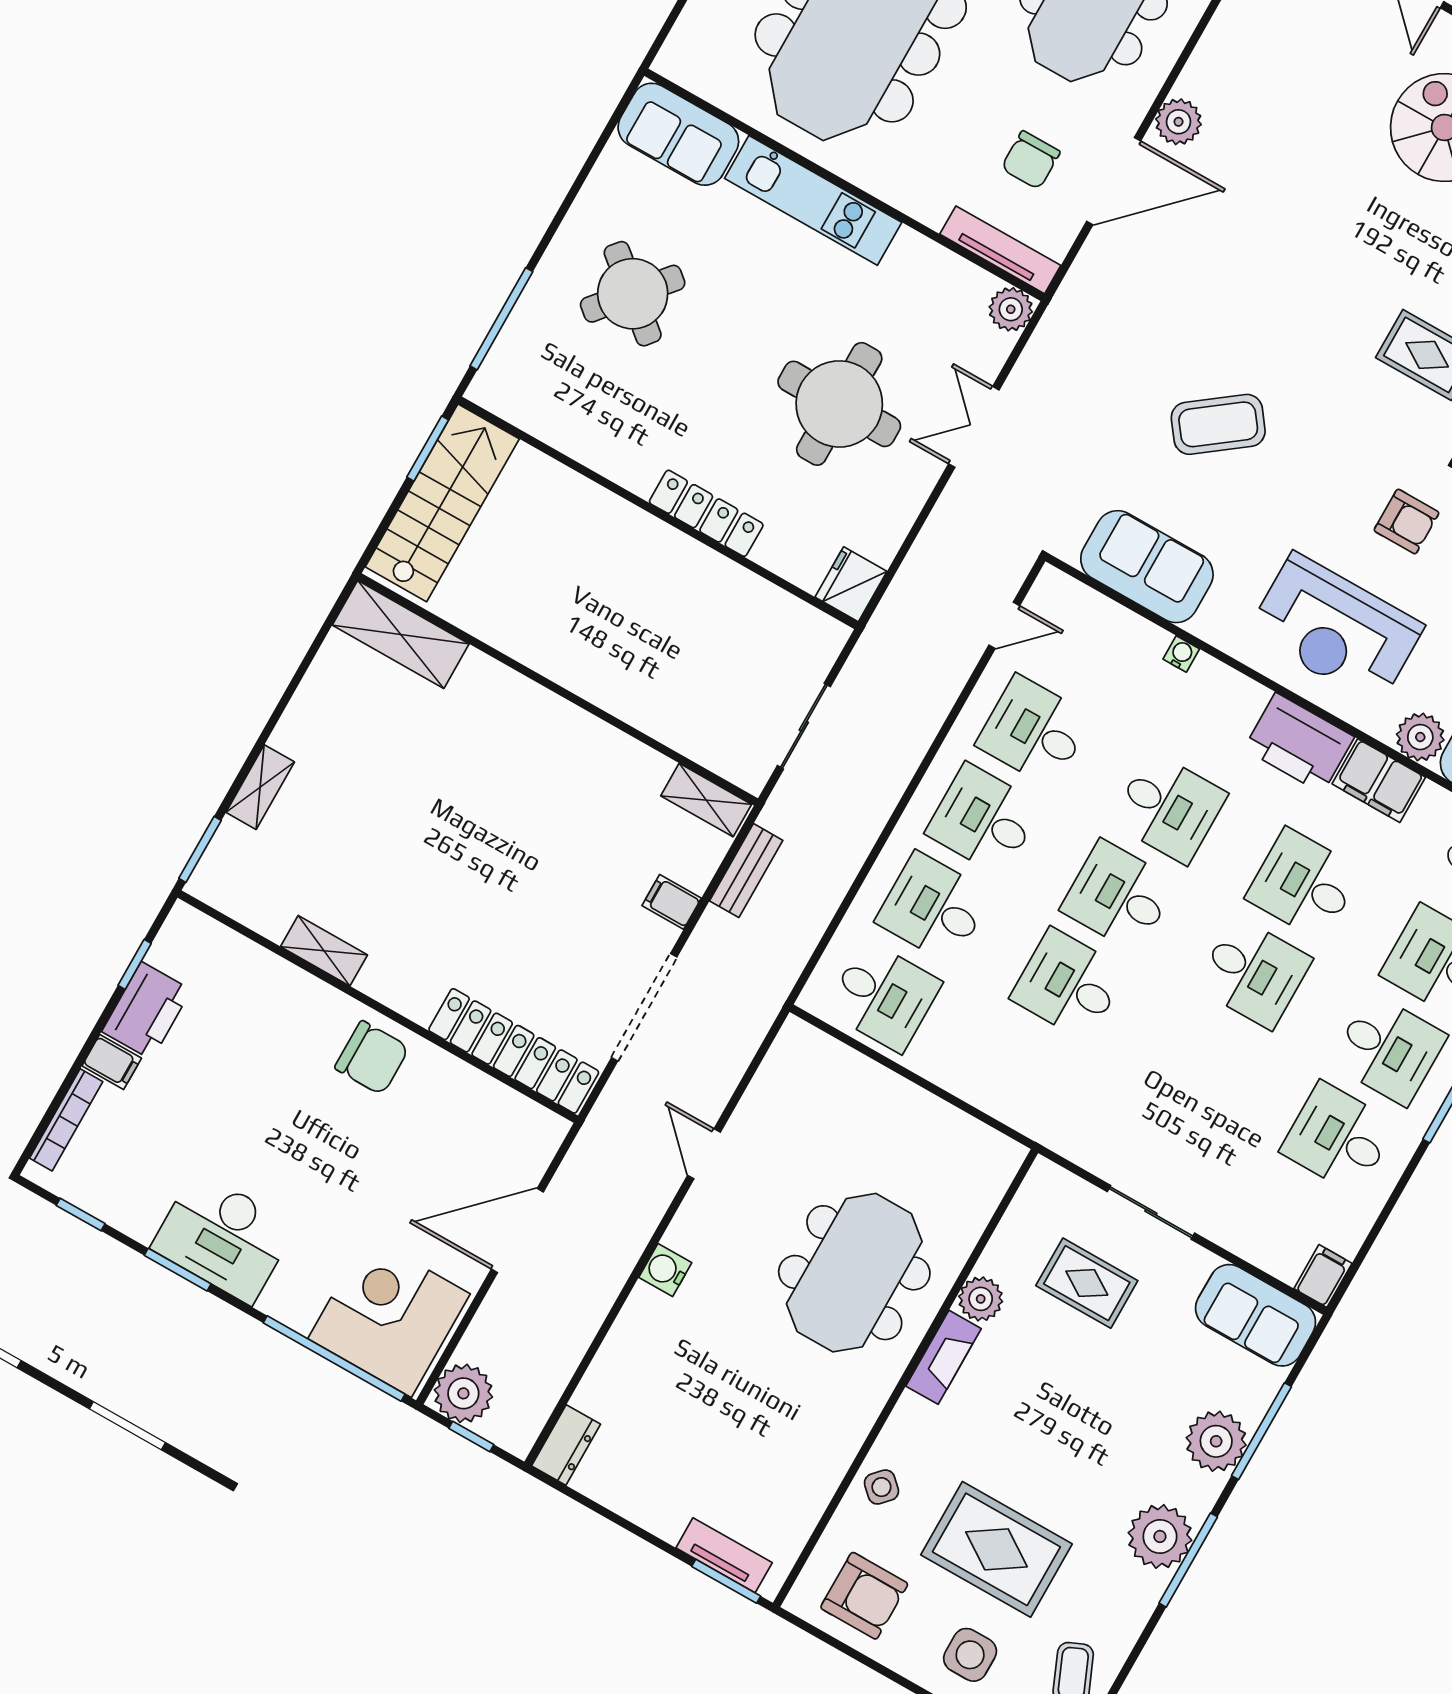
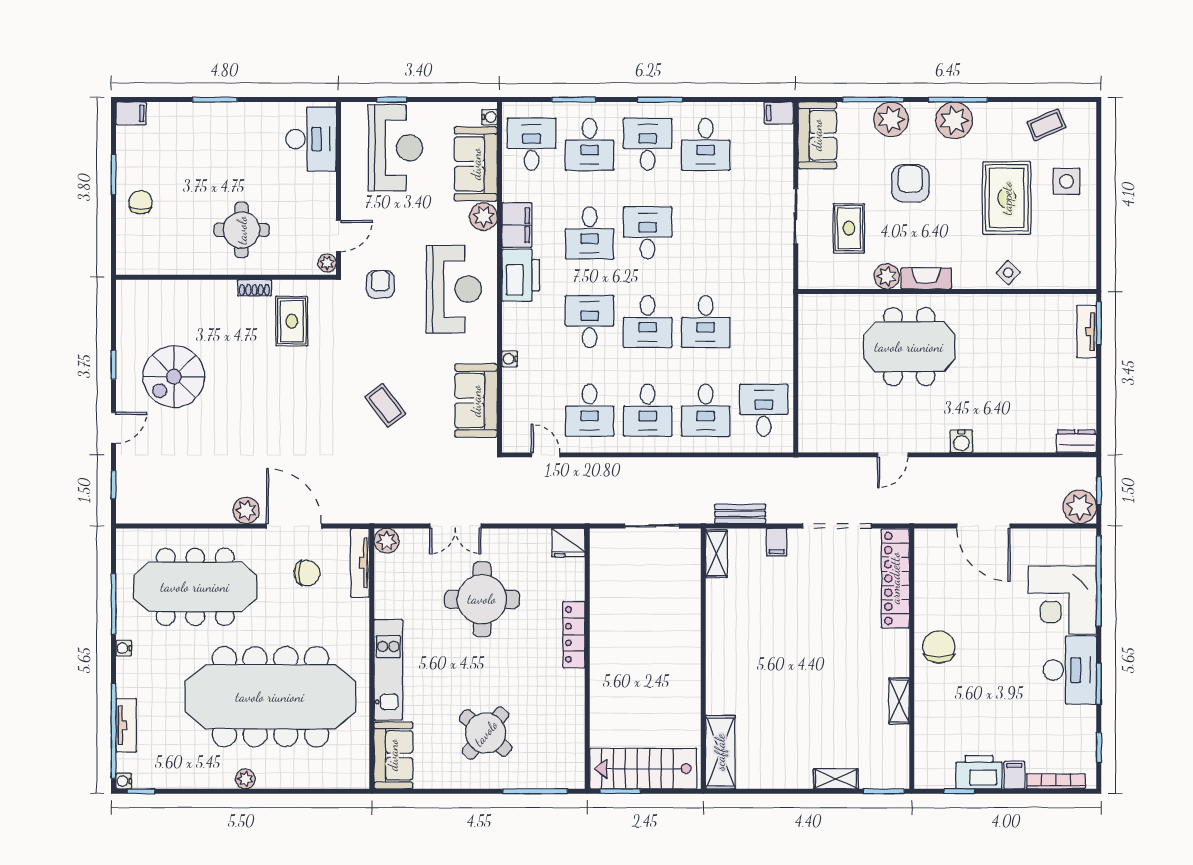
coffee table: (1218, 424) -> (385, 405), width x0.73, depth x0.77
corner desk: (389, 1316) -> (1062, 600), moved
armchair: (864, 1596) -> (910, 183), moved

